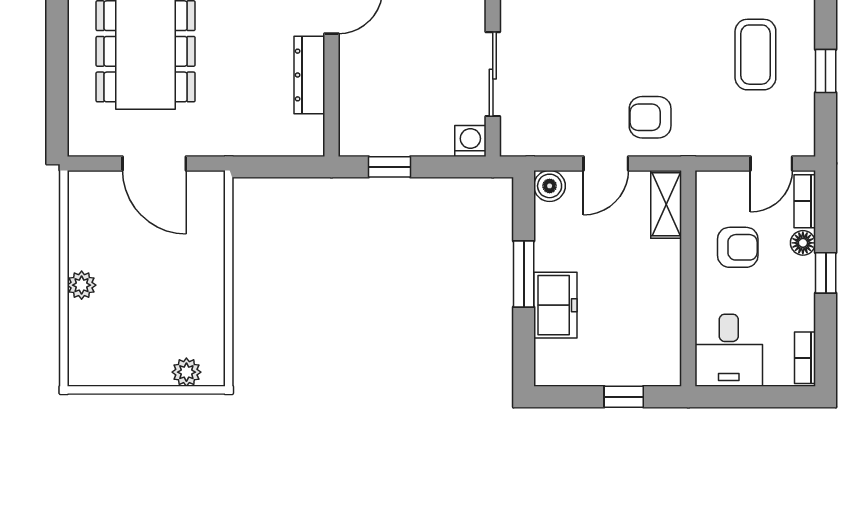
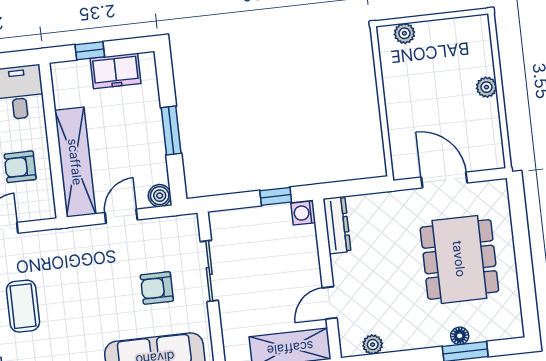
dresser: (309, 75) -> (337, 225), moved
armchair: (650, 117) -> (157, 288), moved, turned 180
washing machine: (470, 141) -> (303, 213), moved, turned 90
shelving: (666, 204) -> (75, 162), width x2.20, depth x1.33
freezer: (555, 305) -> (115, 71), moved, turned -90

